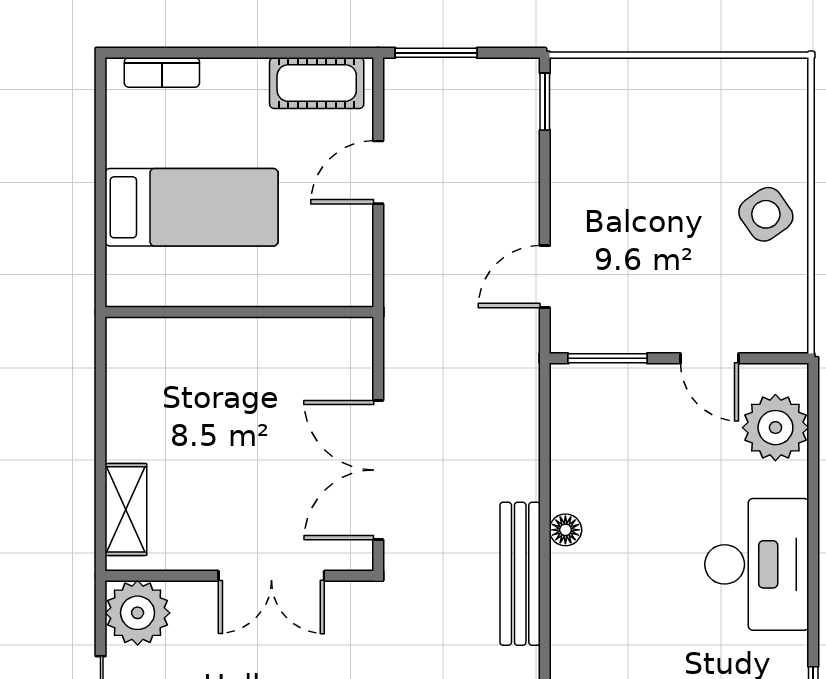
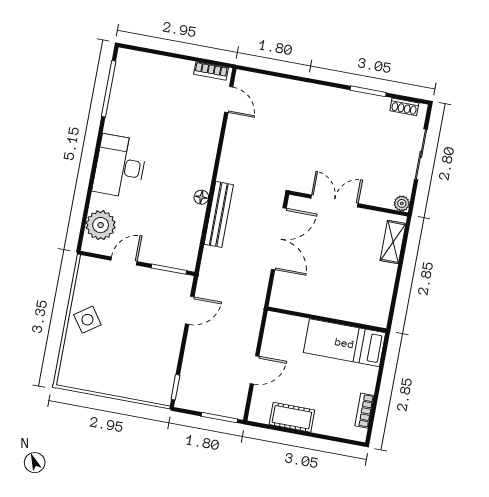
bookcase: (162, 72) -> (364, 411), moved, turned -90
cot: (317, 83) -> (292, 417), moved
bed: (192, 207) -> (345, 343), moved
door: (709, 358) -> (124, 261), hinge flipped
bench: (520, 574) -> (219, 214), moved
plant: (138, 613) -> (402, 203), width x0.53, depth x0.53

